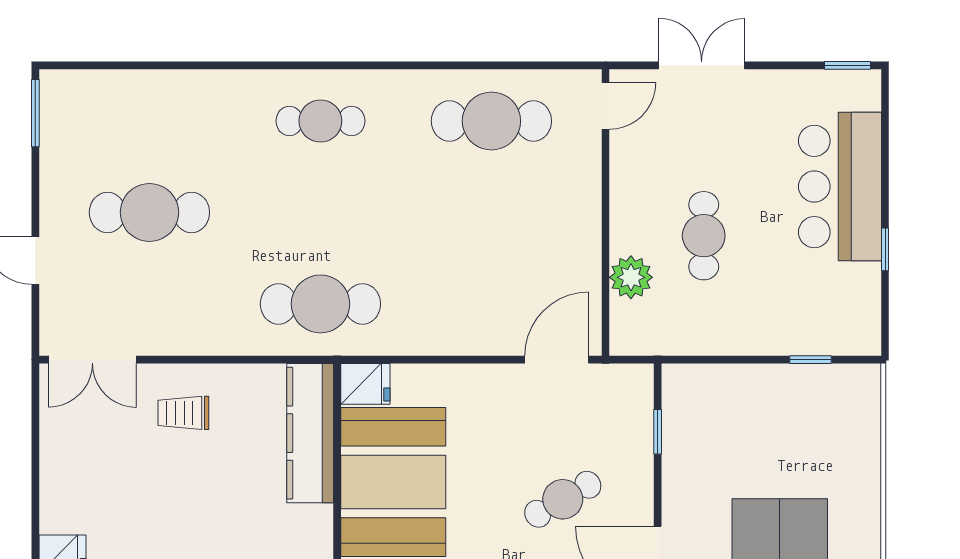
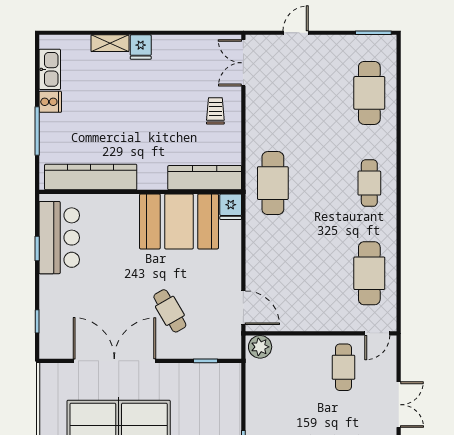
double door: (702, 65) -> (399, 405), moved
door: (606, 106) -> (377, 333), hinge flipped
cafe table: (149, 212) -> (369, 93), moved
cafe table: (704, 236) -> (343, 367), moved, turned 90
plant: (631, 277) -> (260, 347), moved

